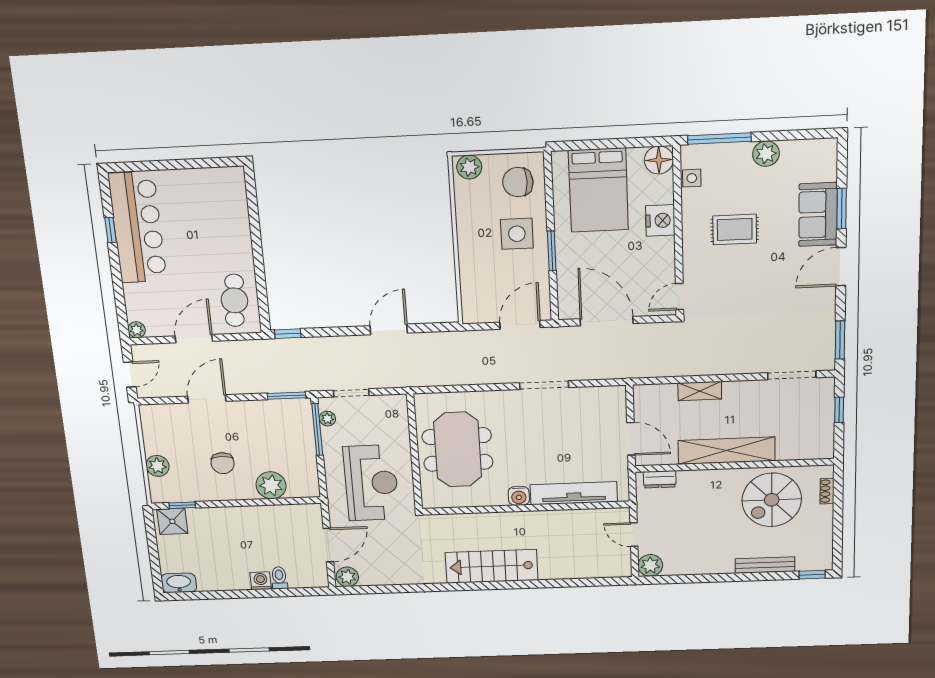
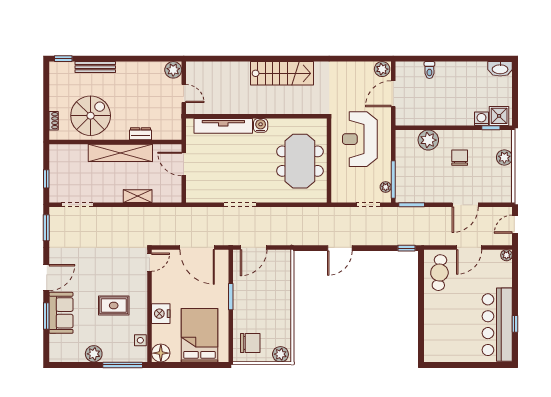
side table: (517, 234) -> (253, 309), removed
dresser: (660, 479) -> (140, 134), moved
washing machine: (261, 581) -> (481, 119), moved, turned 180

